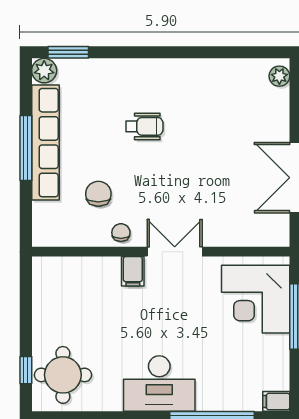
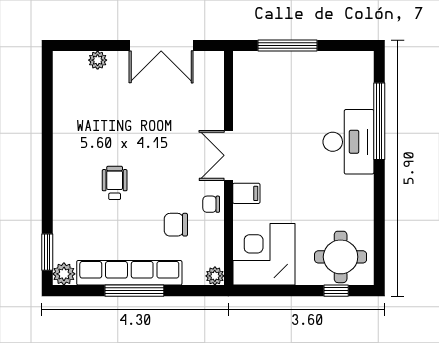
plant: (279, 76) -> (98, 60), moved
plant: (42, 237) -> (215, 276), added
corner desk: (256, 299) -> (264, 254), moved, turned 180
desk: (159, 384) -> (348, 142), moved
filing cabinet: (276, 401) -> (365, 63), removed

